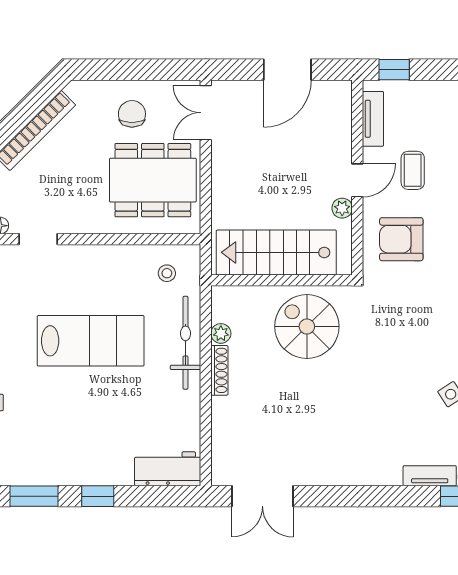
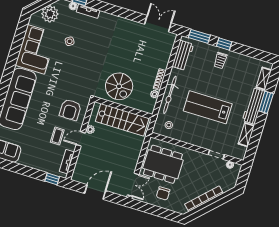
armchair: (401, 239) -> (70, 110), turned 90
trolley: (95, 456) -> (220, 60), added
workbench: (168, 469) -> (183, 55), moved, turned -90
window: (34, 496) -> (199, 36), moved

